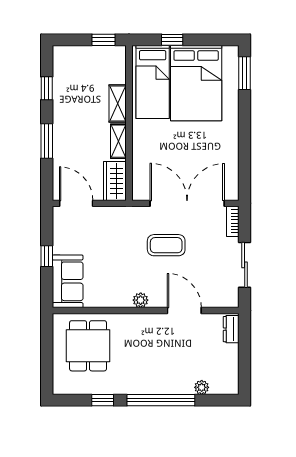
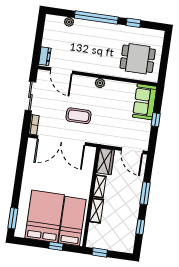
door: (184, 311) -> (62, 71), moved
dining table: (88, 346) -> (138, 59), turned 90

